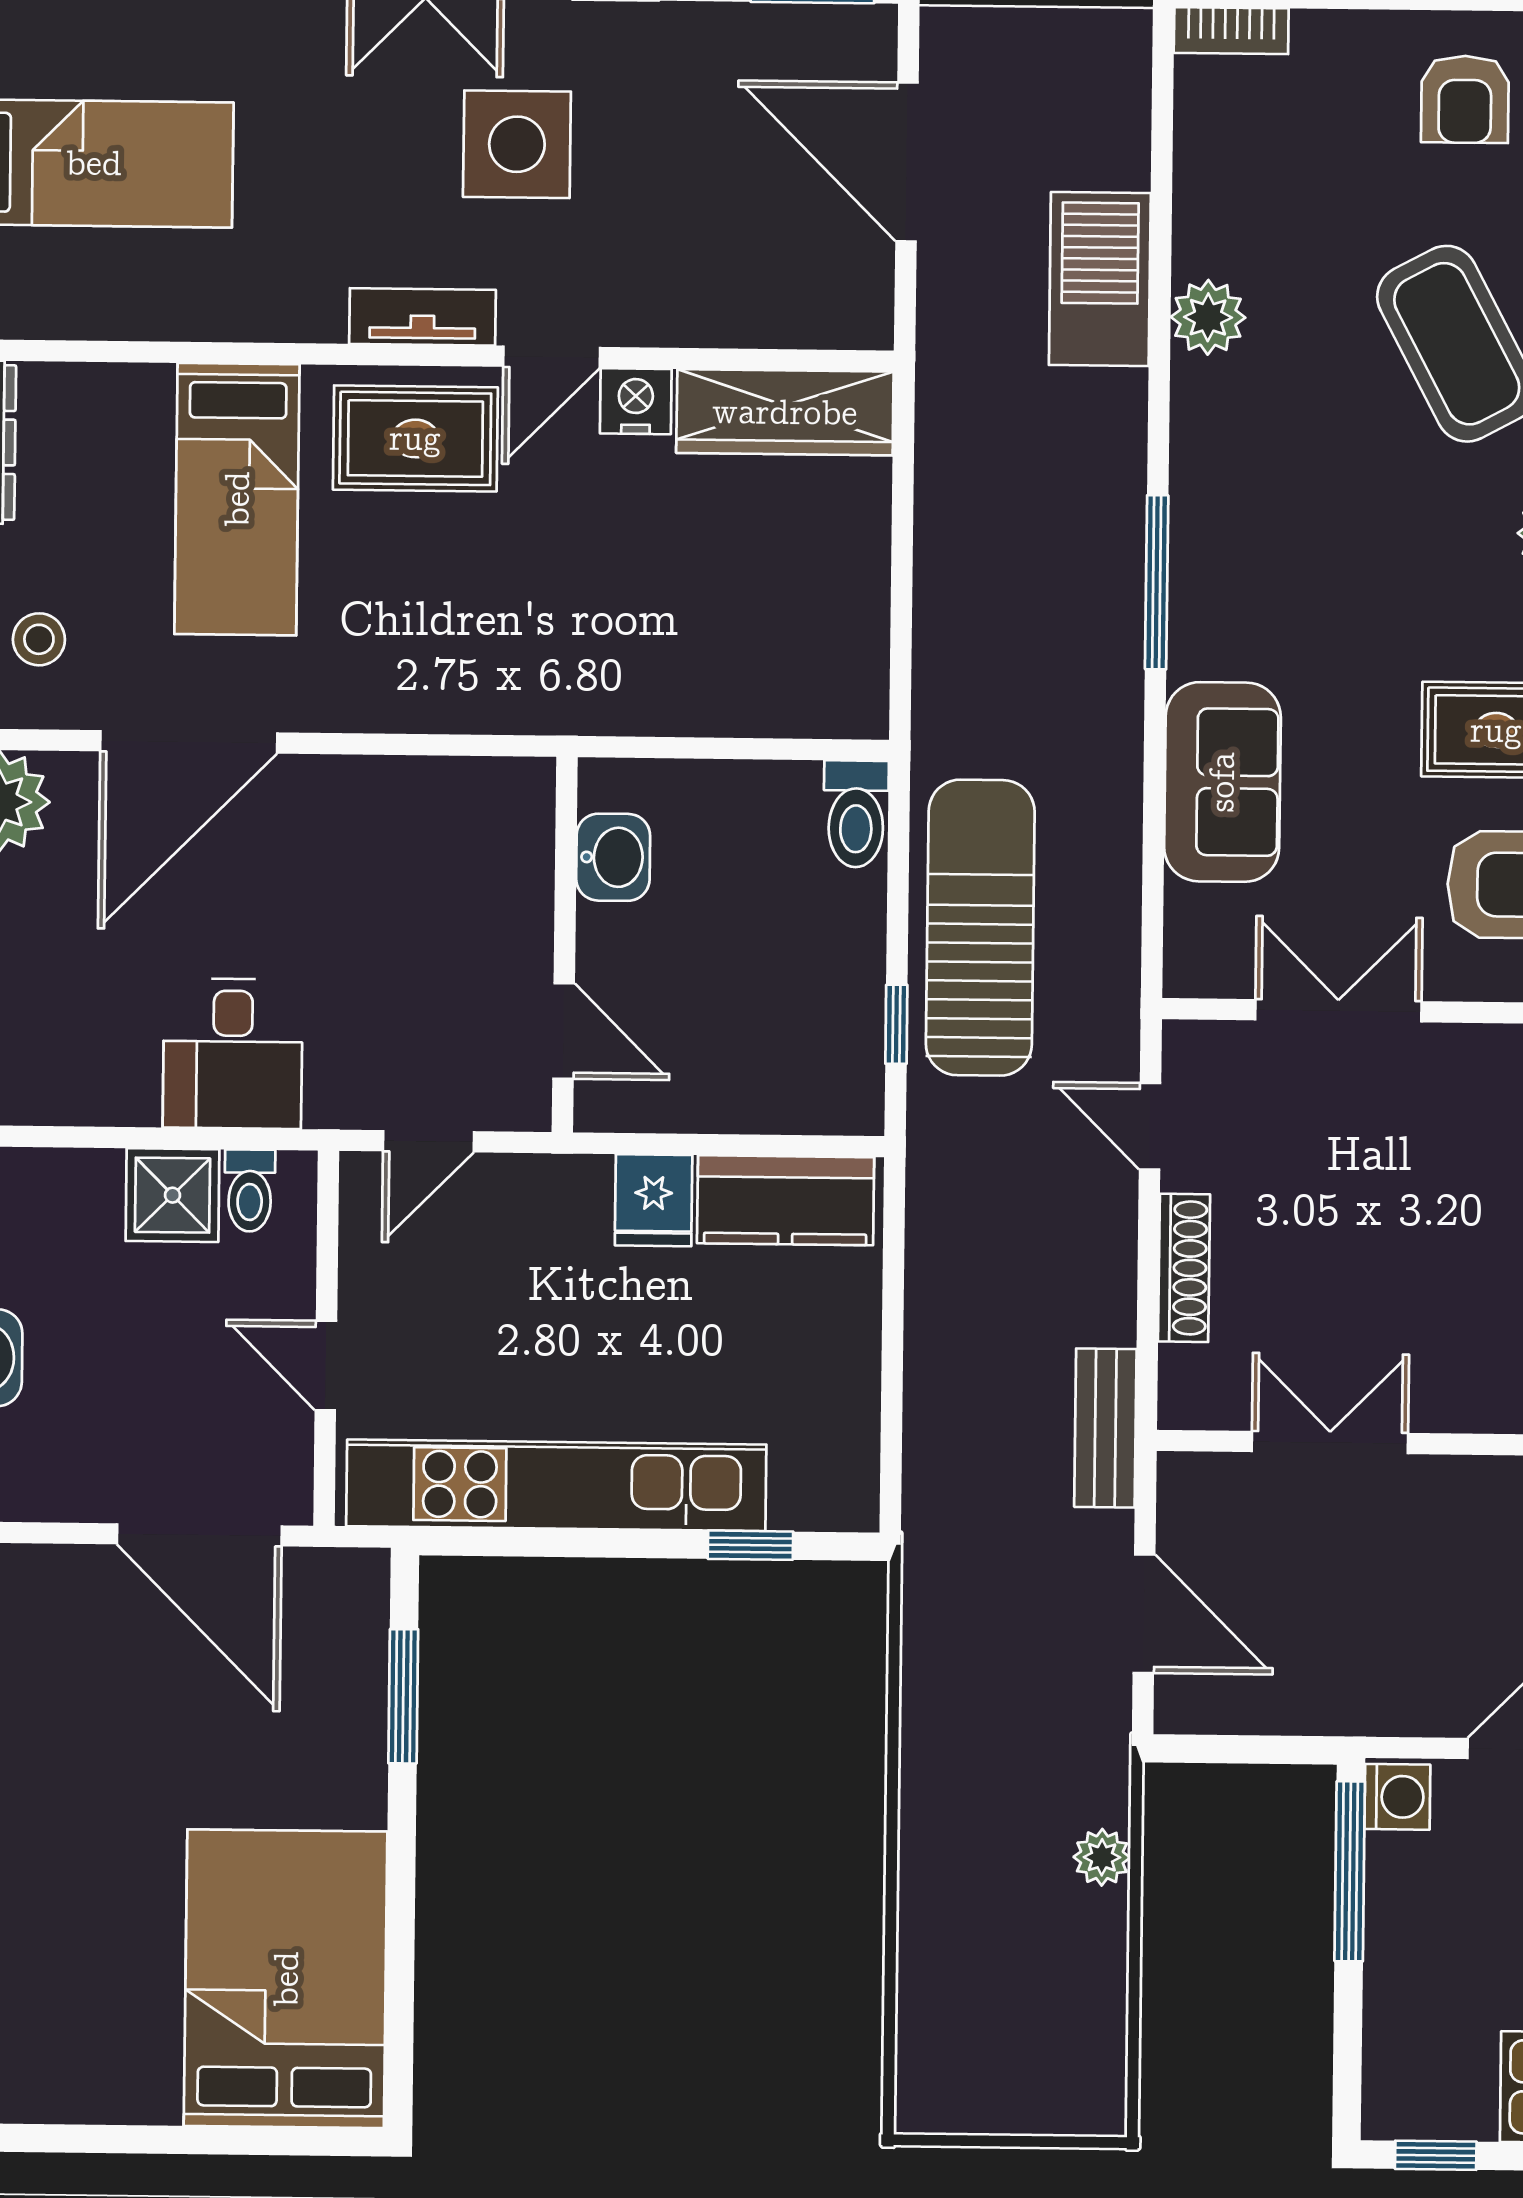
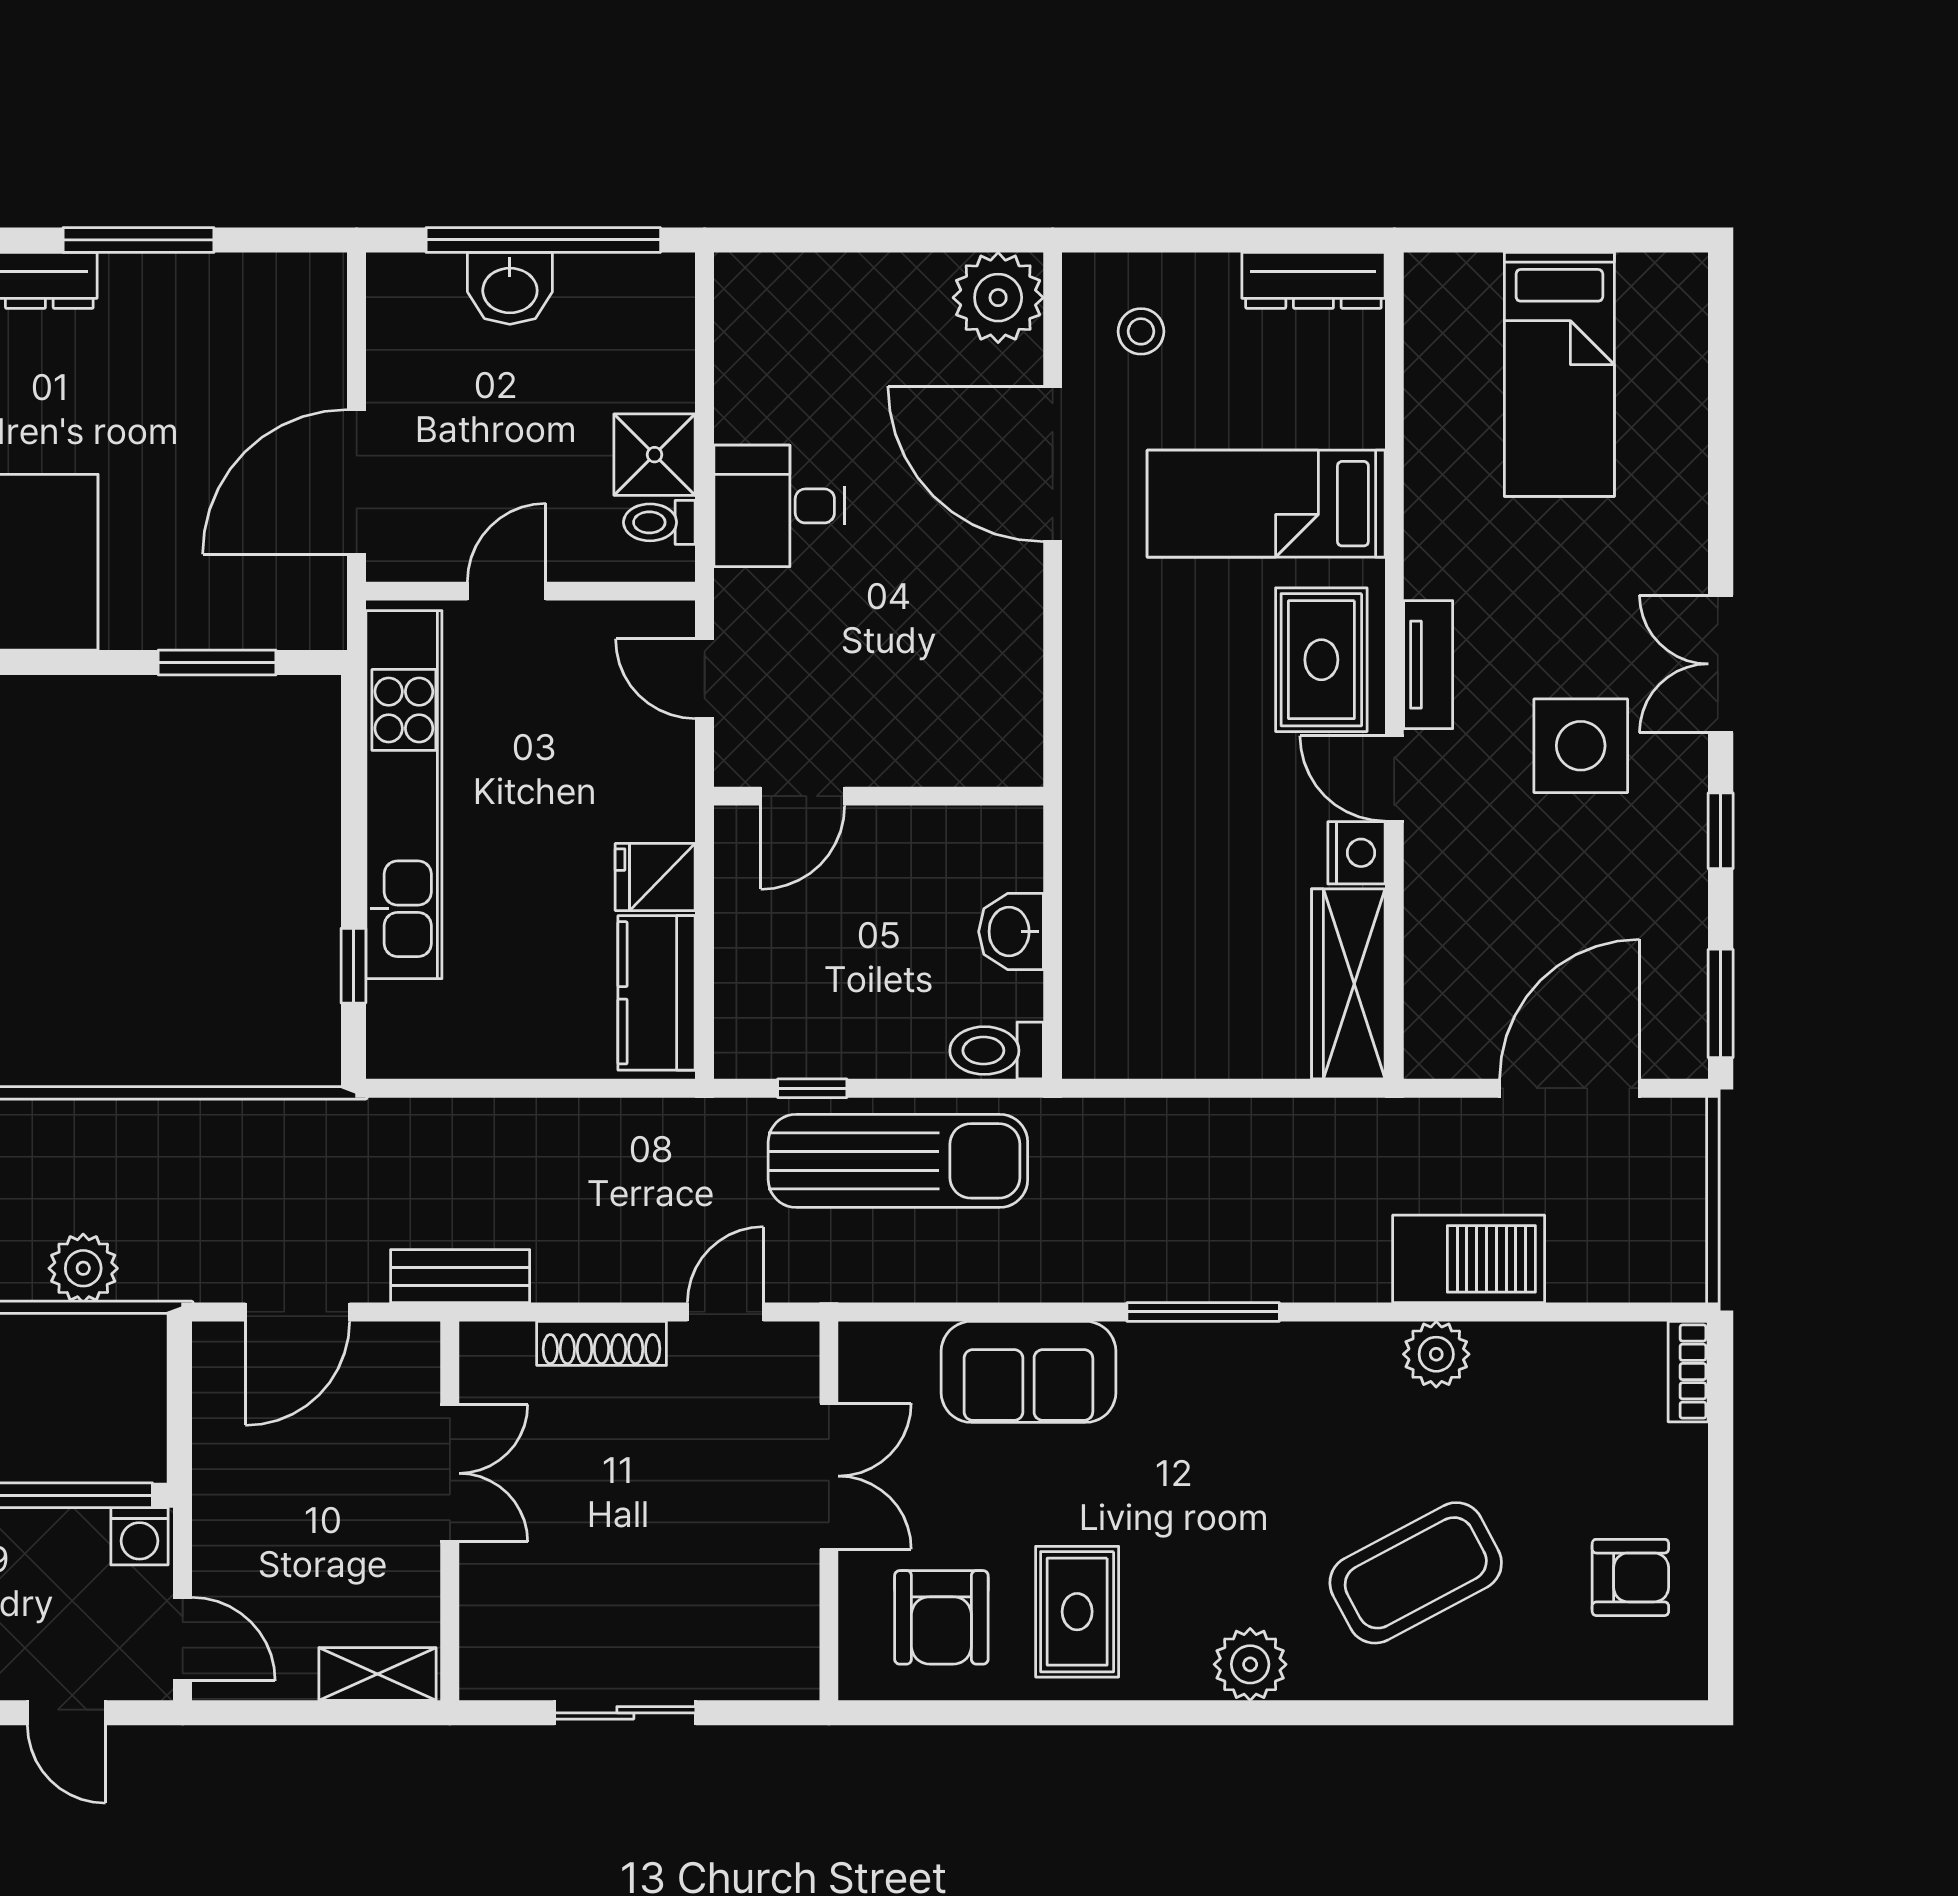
armchair: (1465, 99) -> (1630, 1577), turned 180
washbasin: (613, 857) -> (1011, 932), moved, turned 90
plant: (1102, 1857) -> (83, 1268), width x1.38, depth x1.38

